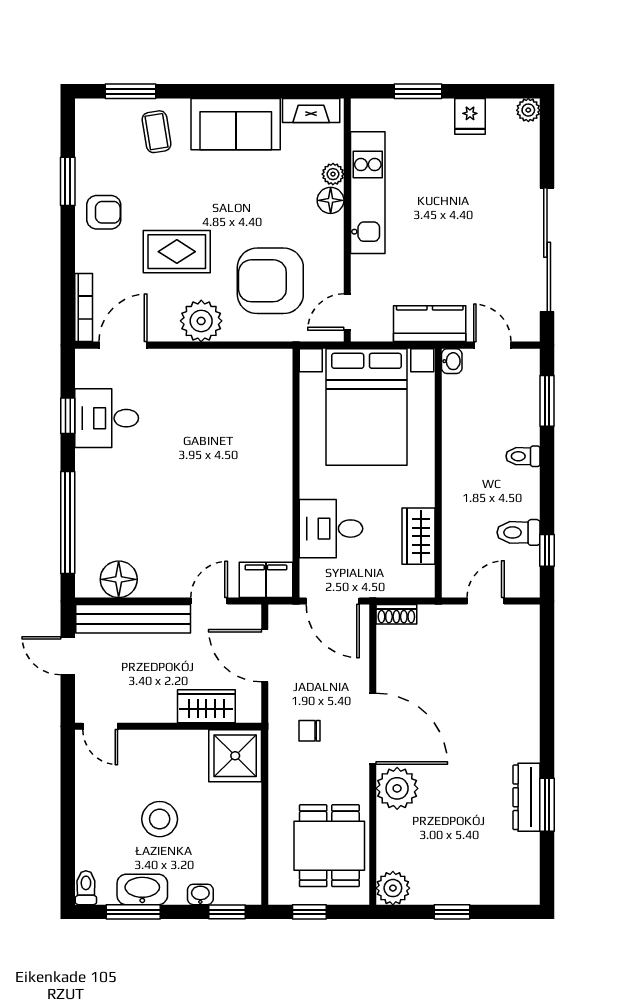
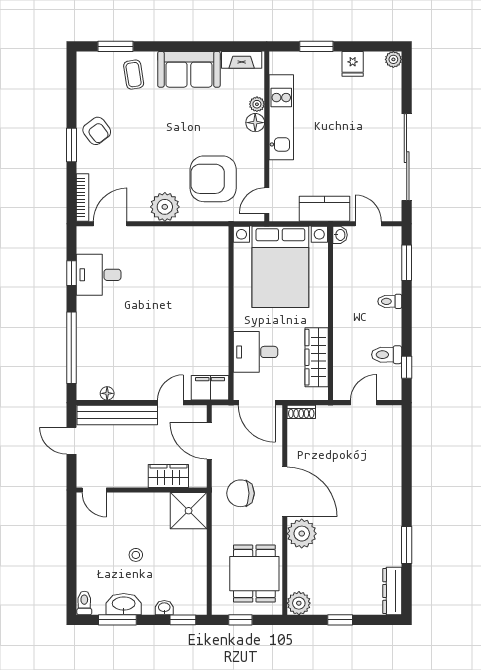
window: (68, 181) -> (71, 145), moved
armchair: (104, 212) -> (97, 131), turned 53
rug: (177, 252) -> (148, 158), removed
wardrobe: (418, 536) -> (317, 357), width x1.50
floor lamp: (119, 579) -> (107, 393), width x0.53, depth x0.53
chair: (309, 731) -> (240, 493), width x1.87, depth x1.87
dresser: (527, 797) -> (392, 591), moved
stool: (160, 819) -> (136, 555), width x0.53, depth x0.53

